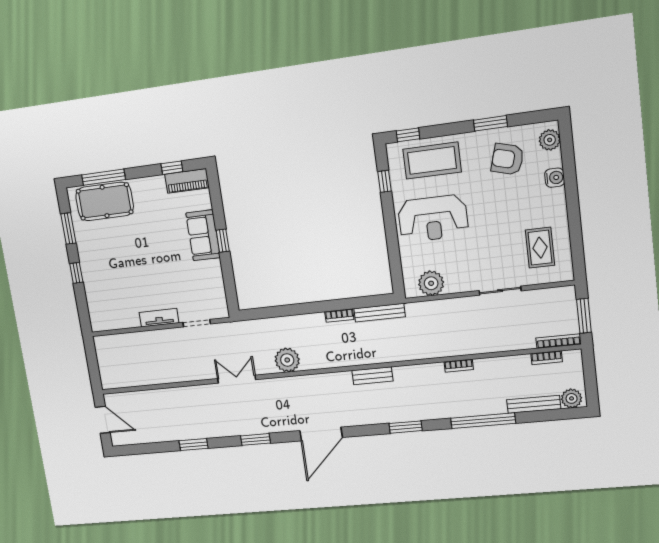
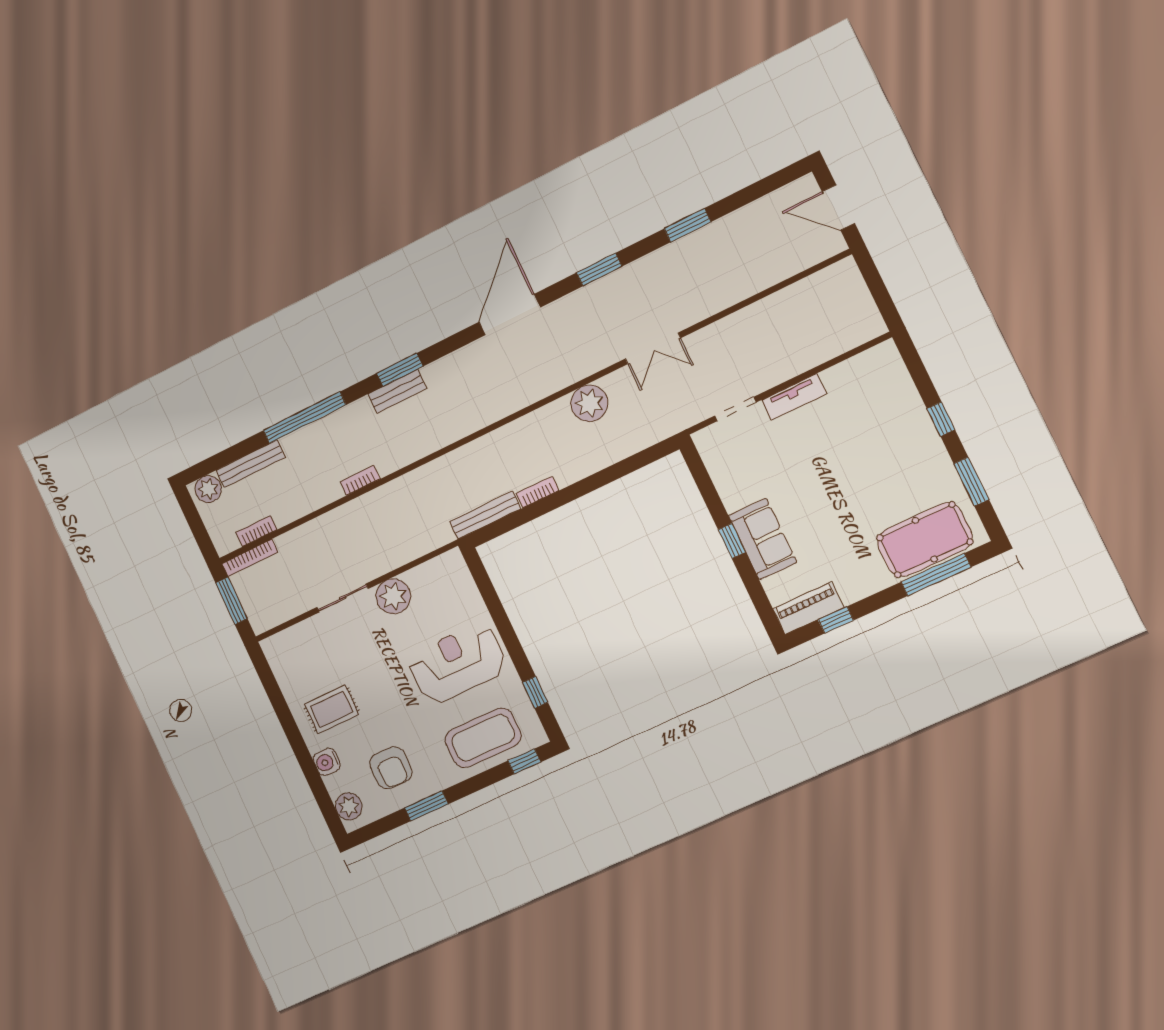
armchair: (507, 159) -> (391, 768), turned 74
rug: (540, 248) -> (332, 709), moved, turned 90
plant: (431, 283) -> (393, 596), moved
bench: (372, 376) -> (397, 391), moved

